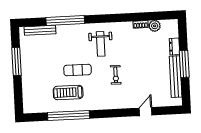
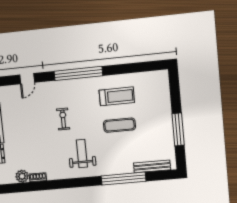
exercise mat: (78, 70) -> (119, 125), moved
window: (69, 115) -> (78, 73), moved

